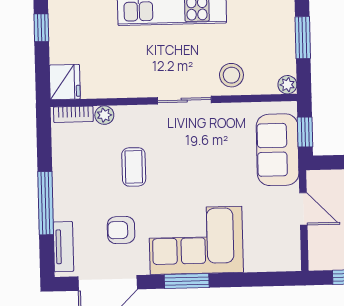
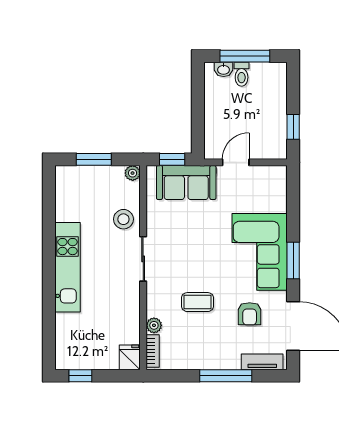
fridge: (65, 82) -> (130, 357), width x0.72

